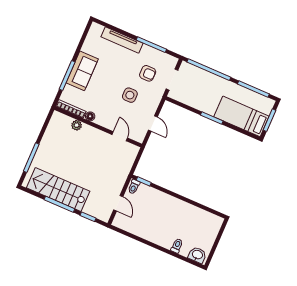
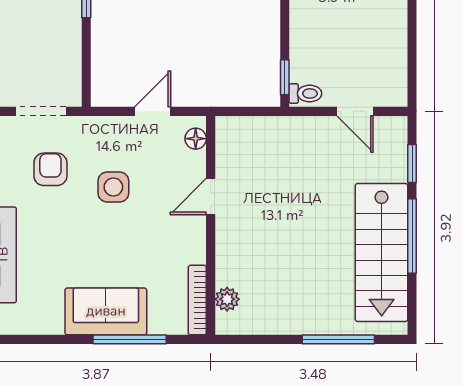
floor lamp: (90, 116) -> (196, 139), moved
plant: (77, 125) -> (227, 299), moved
door: (120, 136) -> (211, 197), moved
door: (118, 203) -> (355, 111), swing flipped

